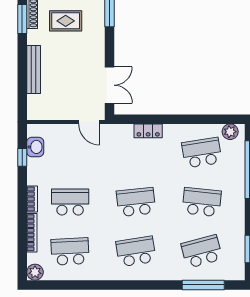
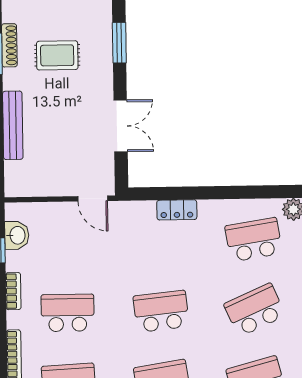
double door: (109, 85) -> (121, 126), moved
bookcase: (32, 199) -> (13, 291), moved
school desk: (202, 202) -> (255, 310), turned -30

